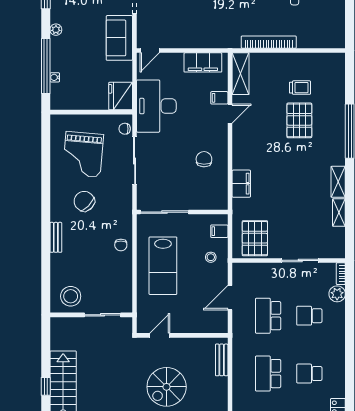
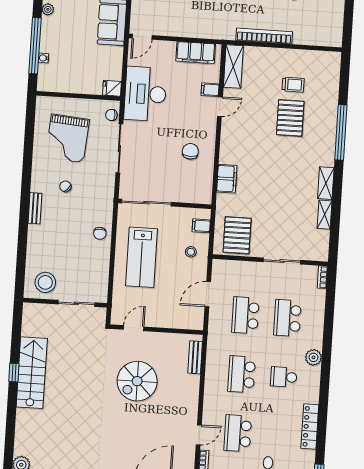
fridge: (121, 96) -> (112, 88), width x0.53, depth x0.75
chair: (84, 201) -> (65, 186), width x0.54, depth x0.54
bench: (56, 237) -> (35, 208), moved
plant: (337, 294) -> (313, 357), moved
school desk: (309, 316) -> (288, 318), width x1.85

